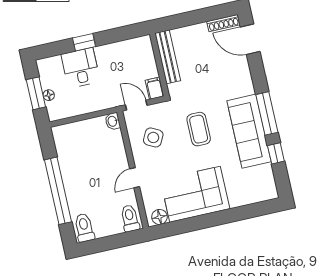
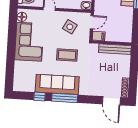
door: (250, 39) -> (111, 101), swing flipped

